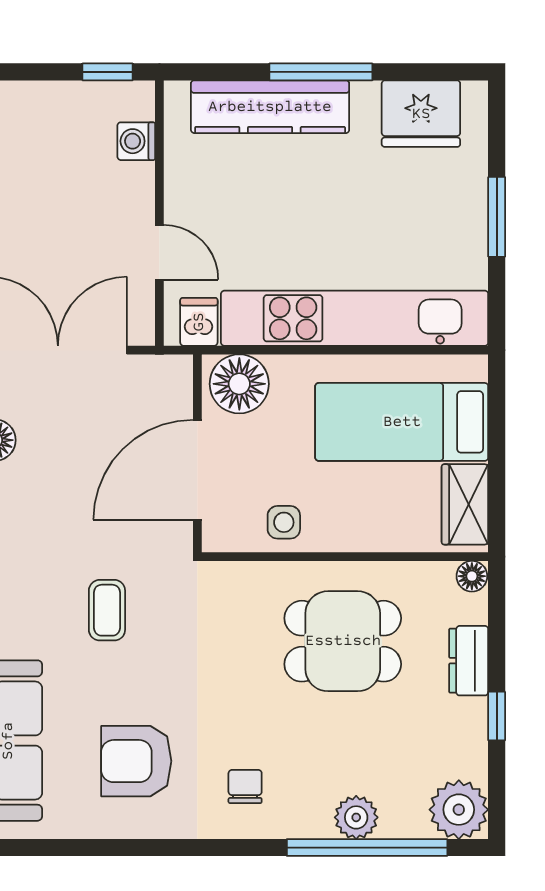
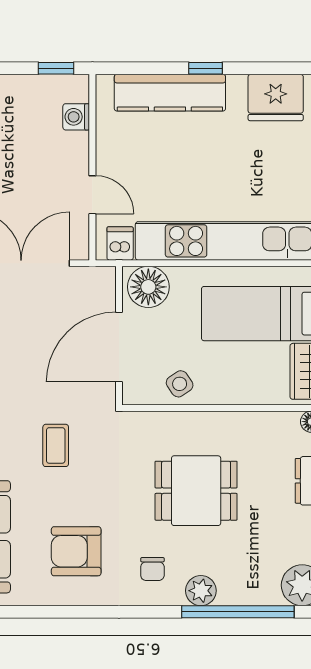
window: (321, 72) -> (206, 68), width x0.46
side table: (284, 522) -> (180, 384), turned -34
dining table: (343, 641) -> (196, 491), moved
chair: (245, 787) -> (152, 569), turned 180
plant: (356, 817) -> (201, 591), moved

